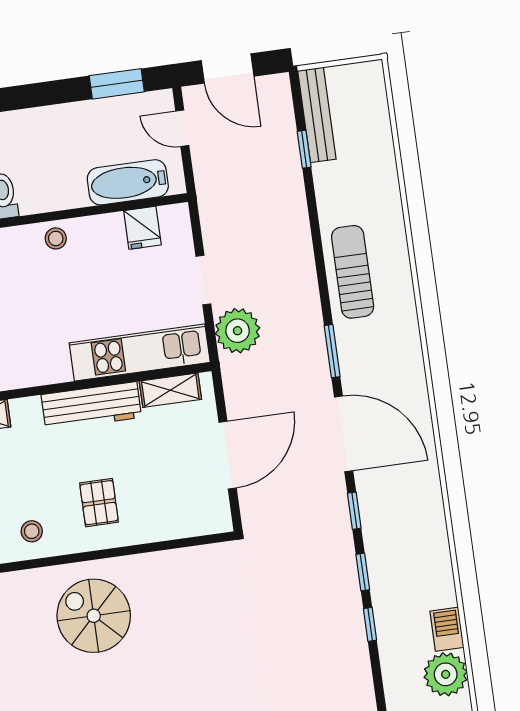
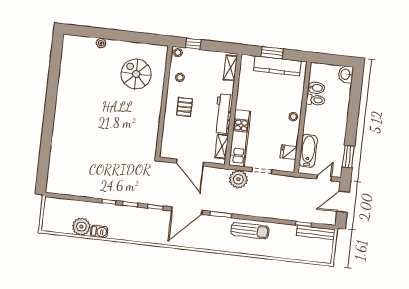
pallet: (99, 503) -> (184, 107), turned 90
spiral stairs: (94, 616) -> (136, 74), moved, turned -90

